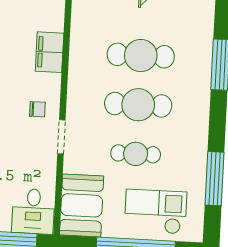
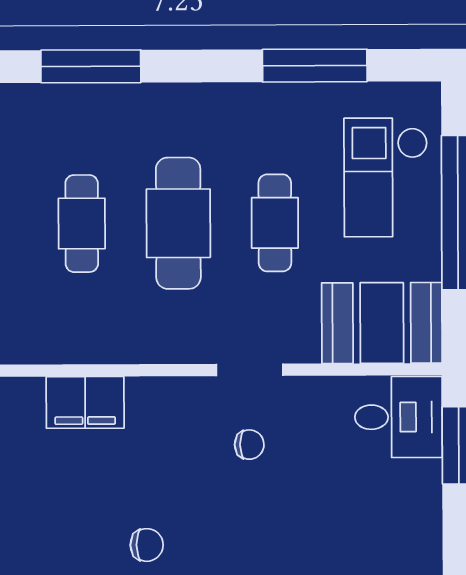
cafe table: (141, 56) -> (82, 224), width x0.73, depth x0.74
chair: (37, 109) -> (249, 445), moved, turned 90

